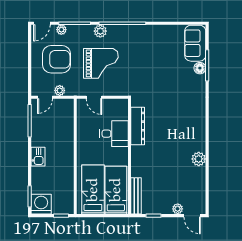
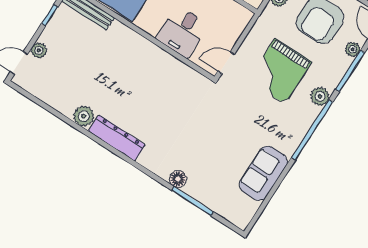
sofa: (195, 43) -> (263, 173), moved, turned -90
floor lamp: (200, 68) -> (178, 179), moved
door: (94, 97) -> (226, 63), moved
dresser: (138, 126) -> (117, 138), moved, turned 180

